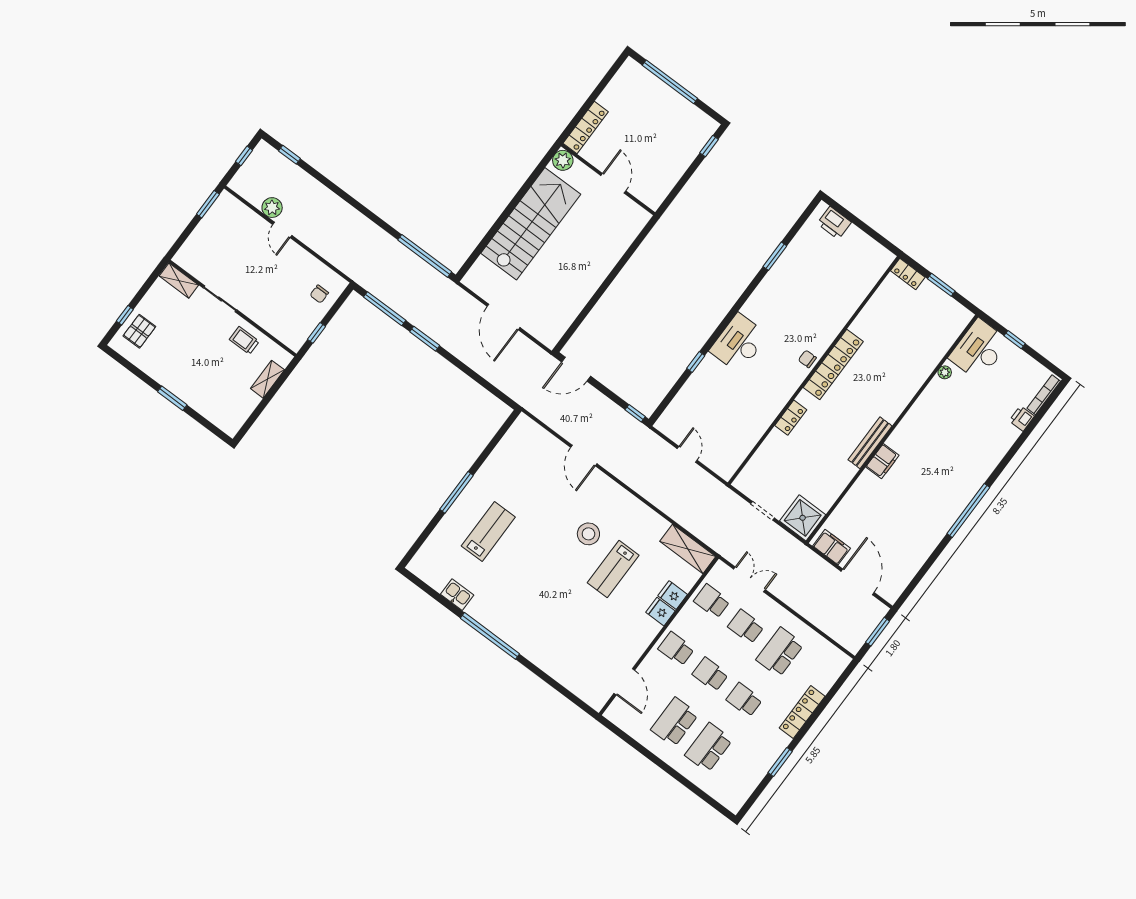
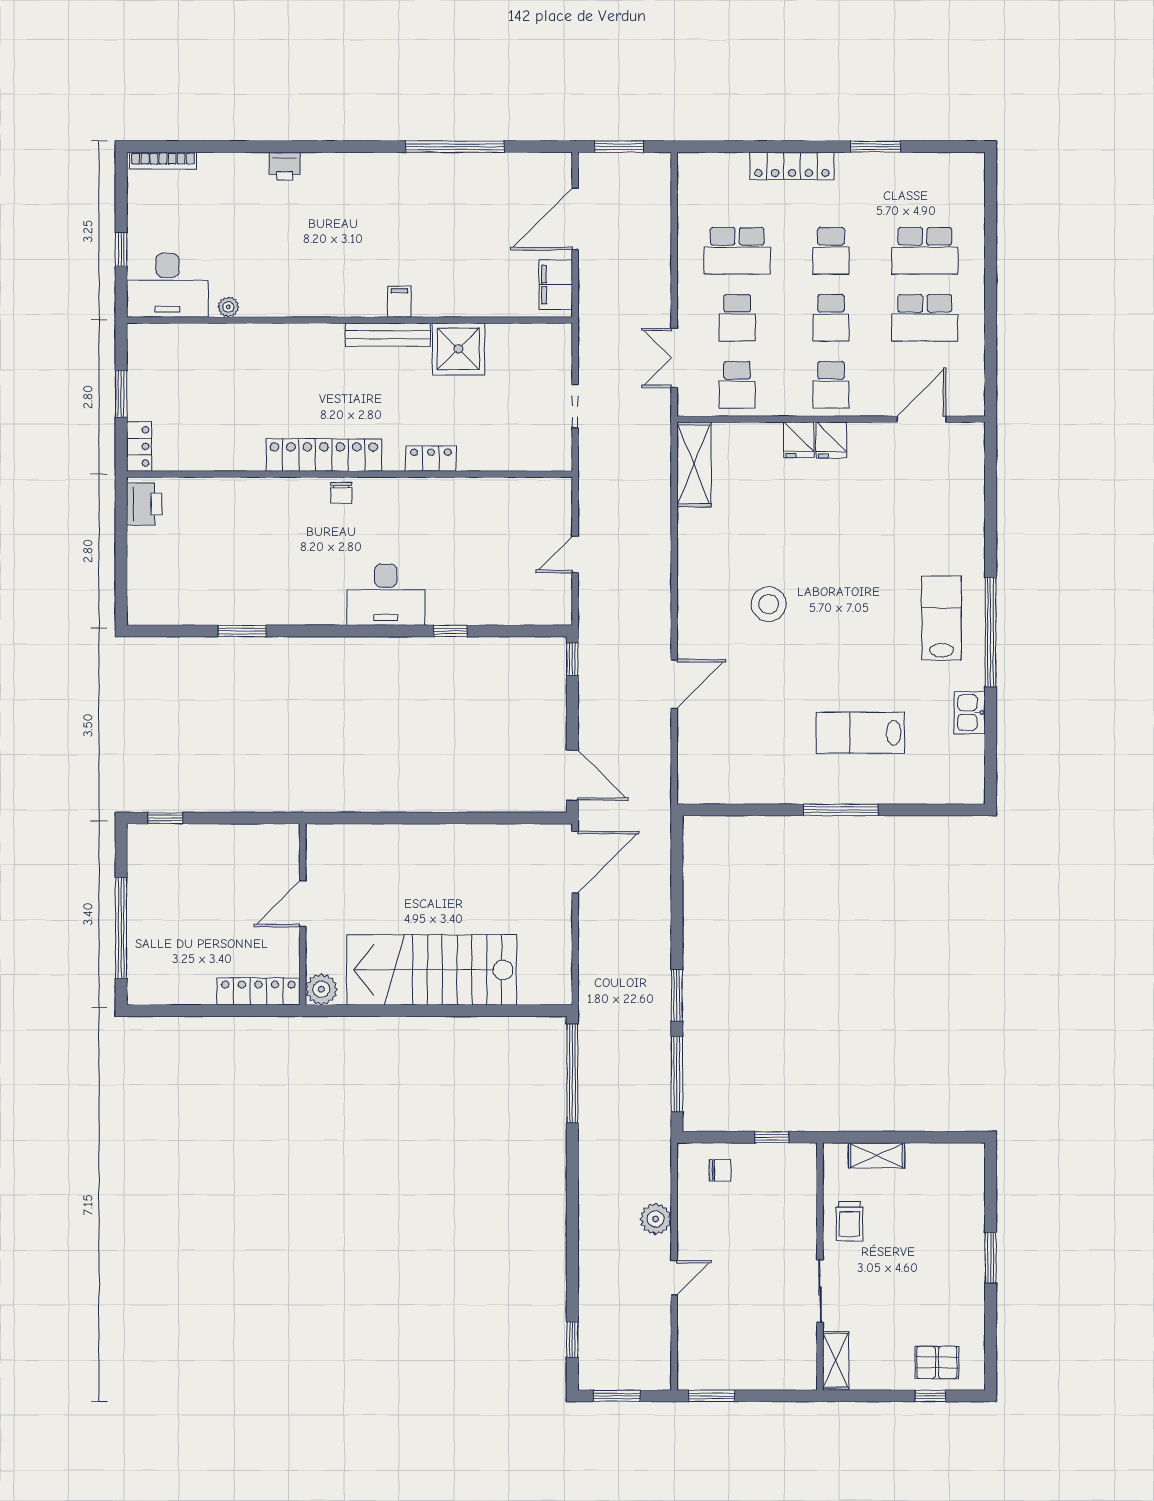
window: (244, 156) -> (617, 1396), width x1.50
plant: (272, 208) -> (656, 1219), moved
printer: (834, 223) -> (144, 504), moved
door: (503, 317) -> (575, 862), moved
printer: (1022, 418) -> (285, 166), moved
filing cabinet: (882, 461) -> (399, 302), width x0.50
window: (968, 510) -> (455, 147), moved
shower: (803, 518) -> (458, 349), moved
lab bench: (613, 569) -> (942, 618), moved, turned -90
fridge: (673, 595) -> (831, 440), moved

